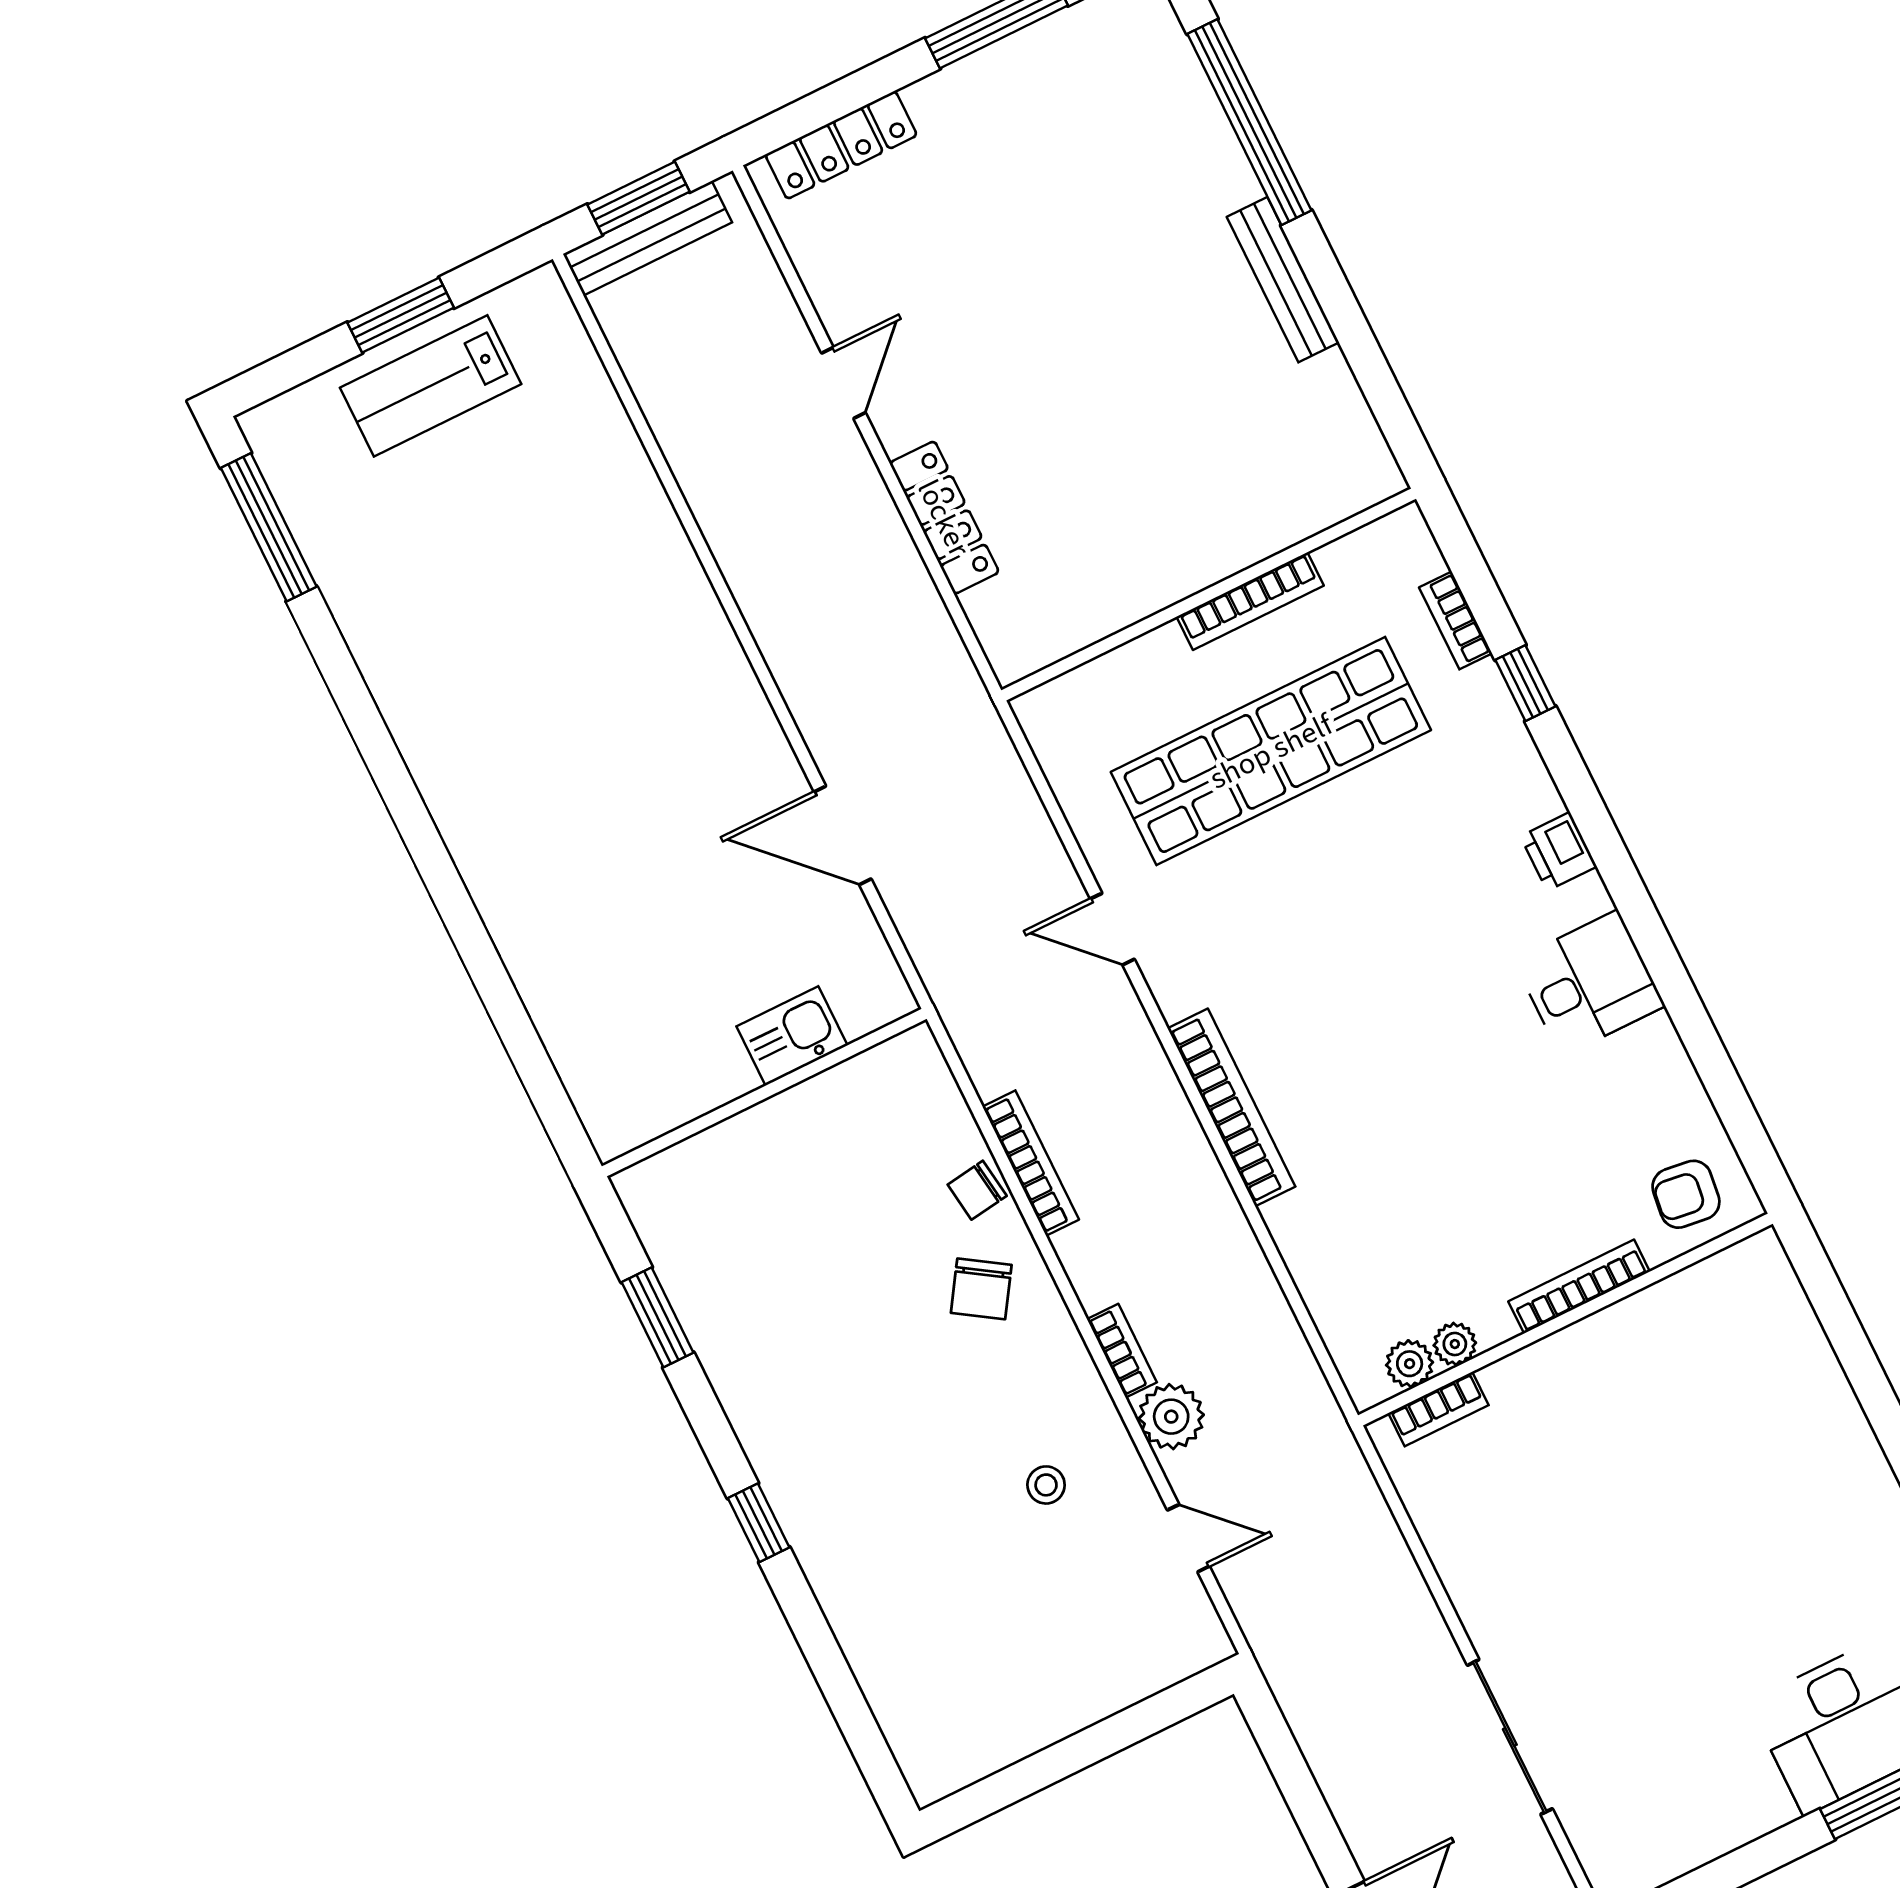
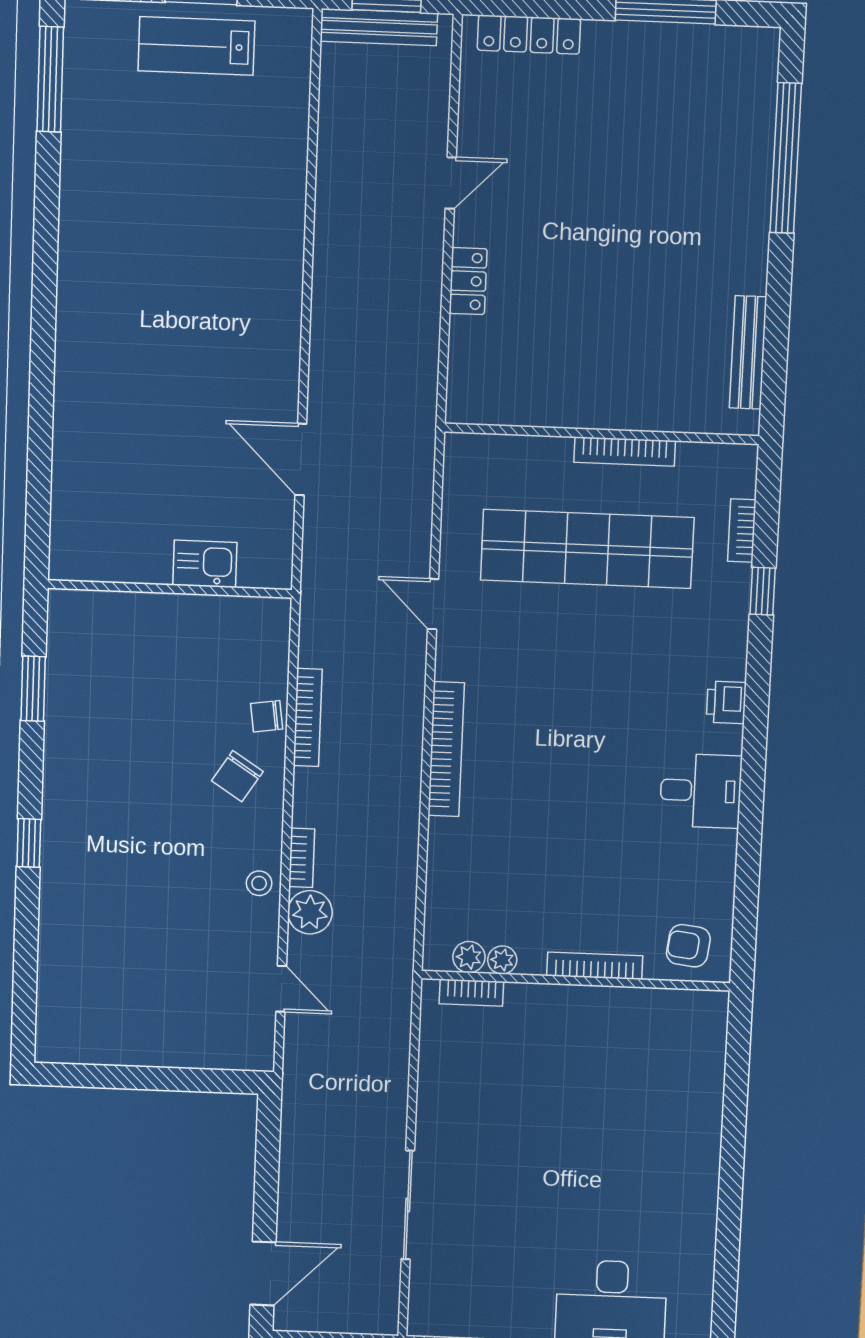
bench: (1283, 280) -> (748, 352), moved
locker: (944, 518) -> (468, 281), width x0.66
stool: (1046, 1485) -> (259, 883), moved

